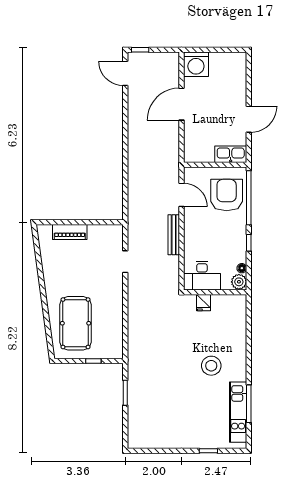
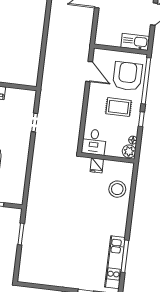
rug: (221, 232) -> (119, 107), added
bench: (174, 235) -> (78, 105), removed
desk: (202, 276) -> (94, 142), width x0.73
stool: (211, 366) -> (117, 189), moved

